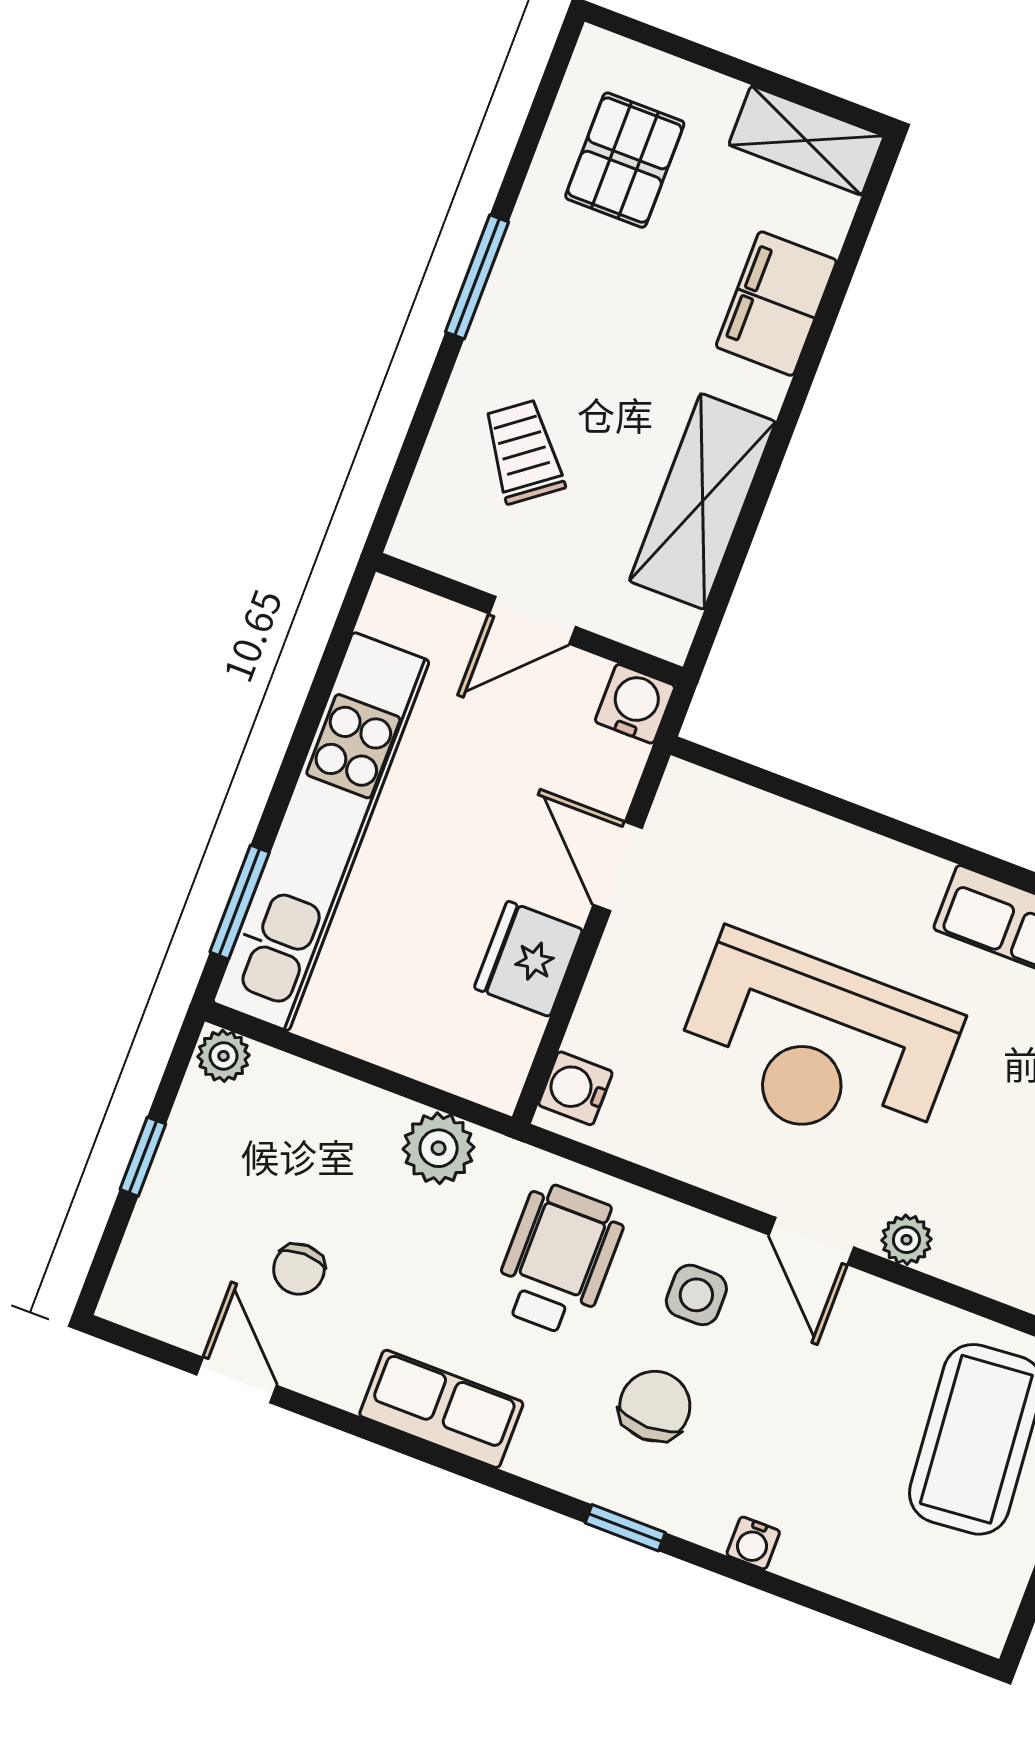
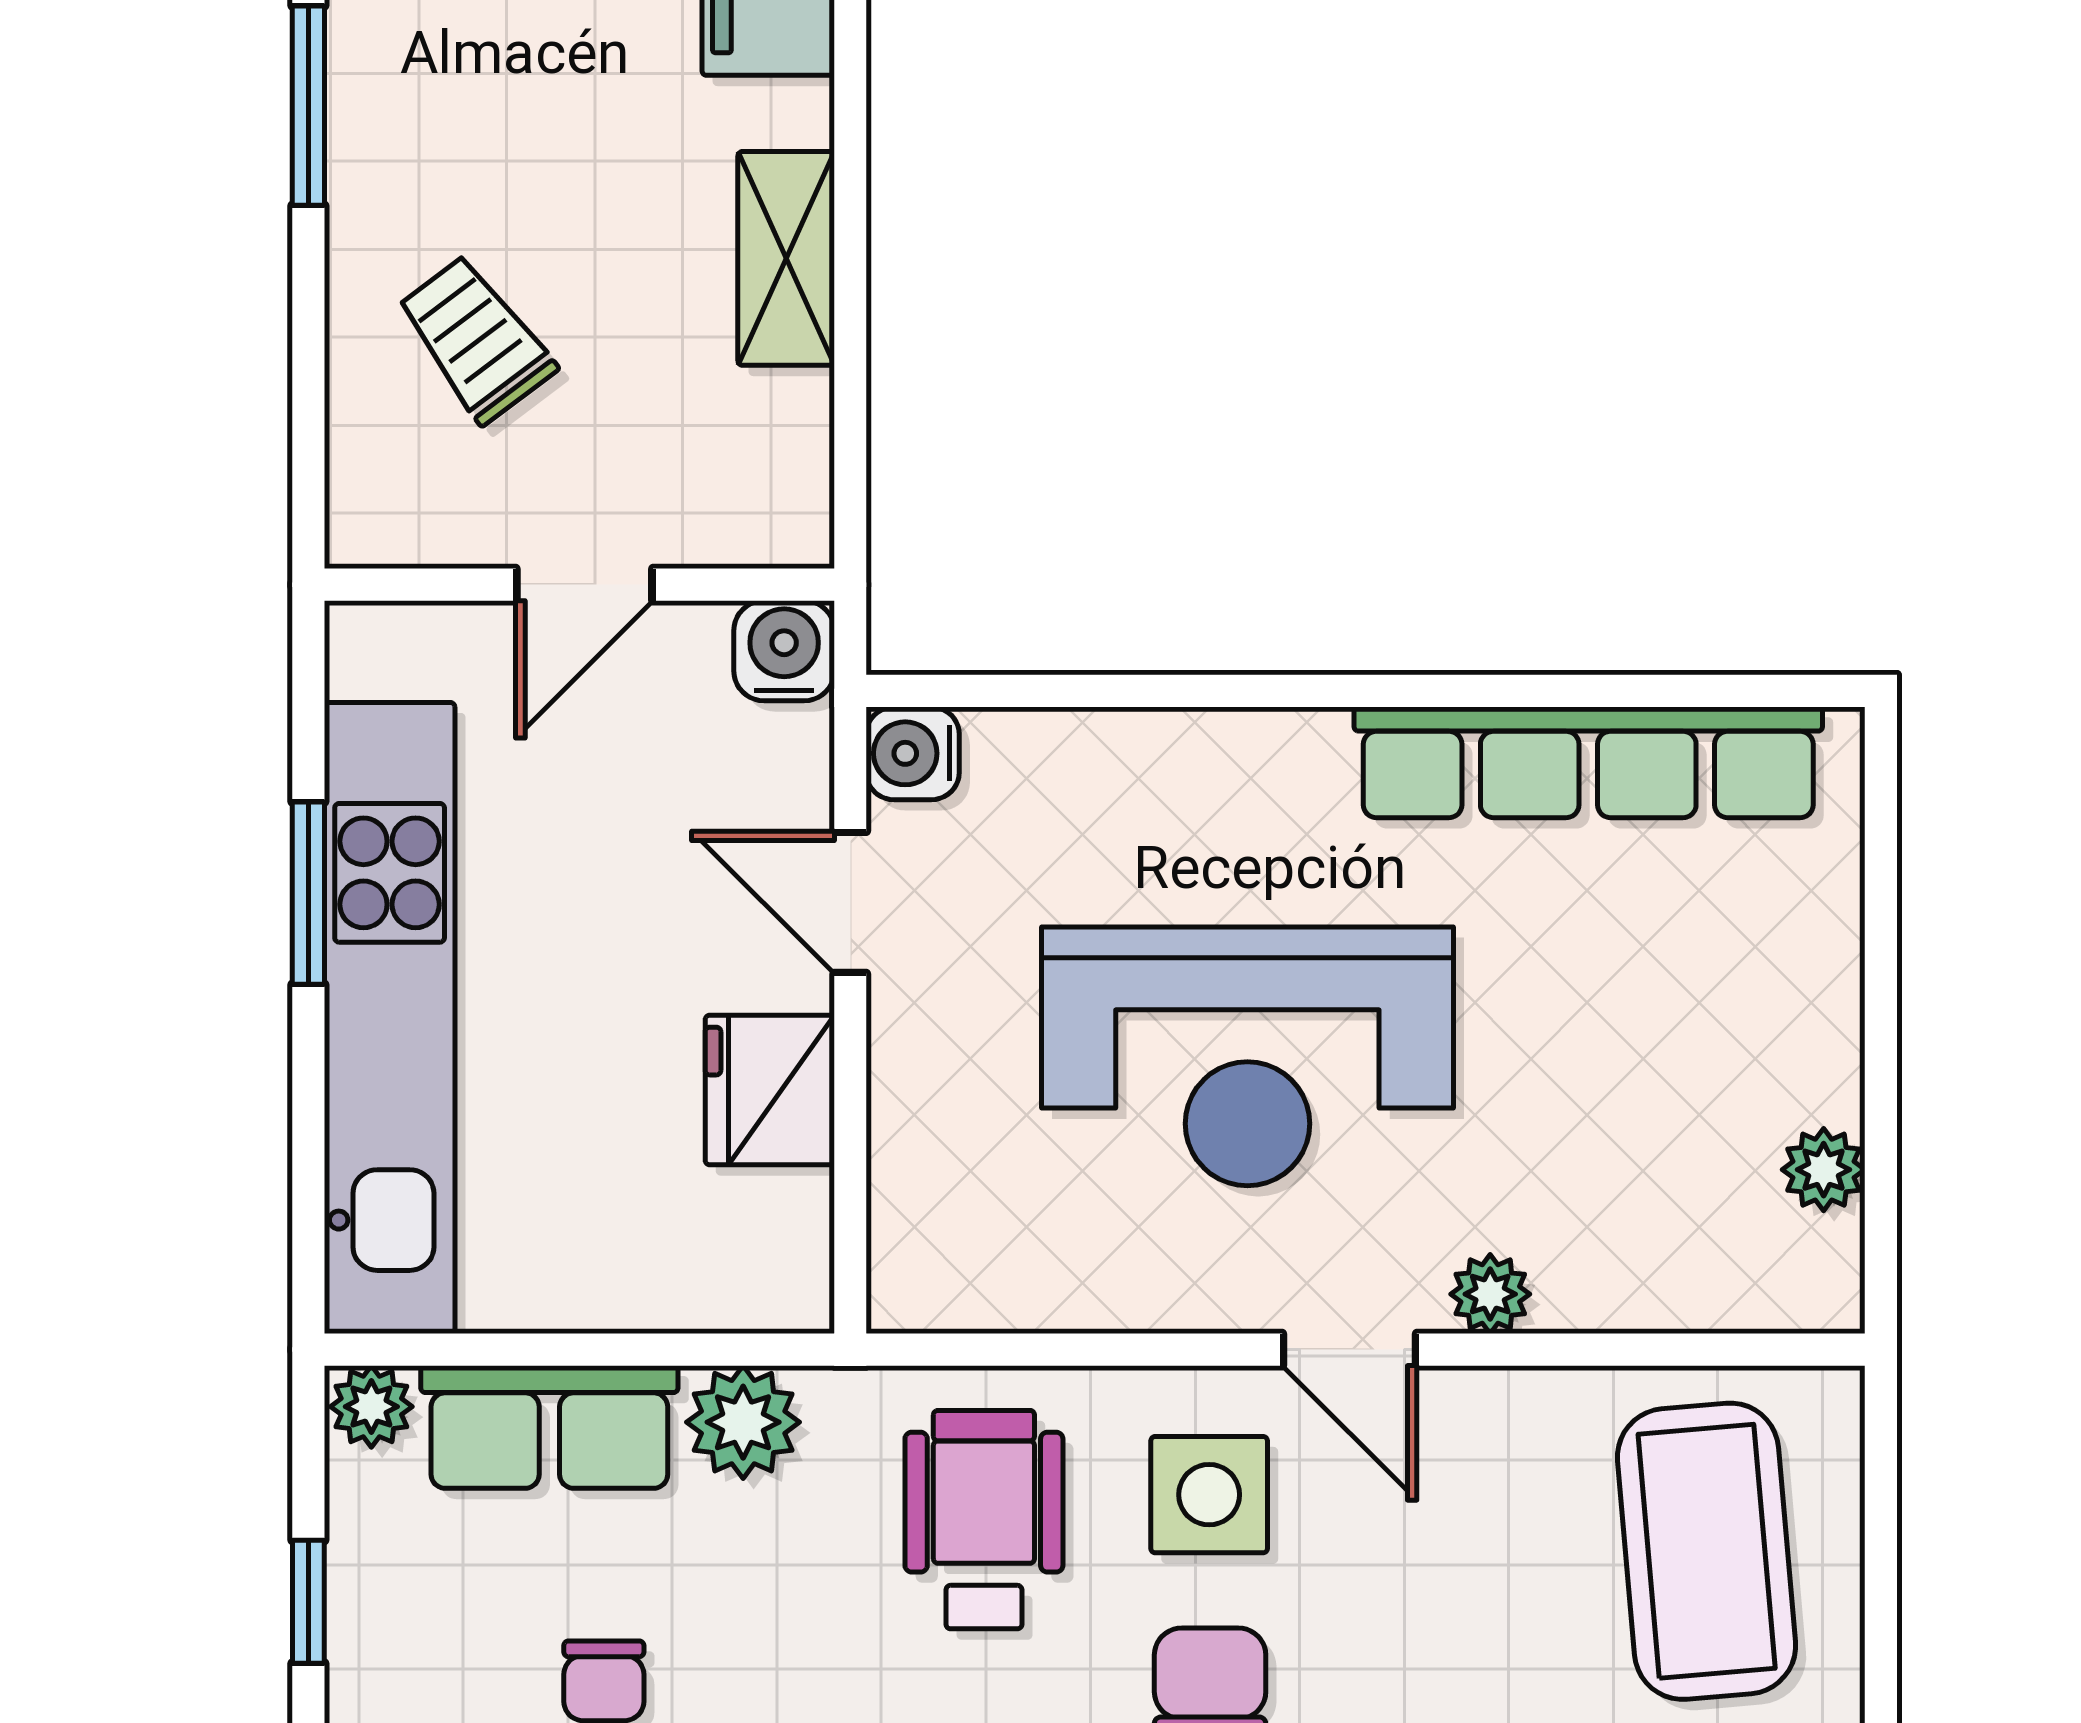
shelving: (702, 501) -> (786, 258), width x0.67, depth x0.75
window: (240, 902) -> (308, 893), moved
water cooler: (575, 1088) -> (913, 753), moved
row of seats: (324, 1108) -> (549, 1427), added
side table: (696, 1295) -> (1209, 1495), width x1.37, depth x1.37

